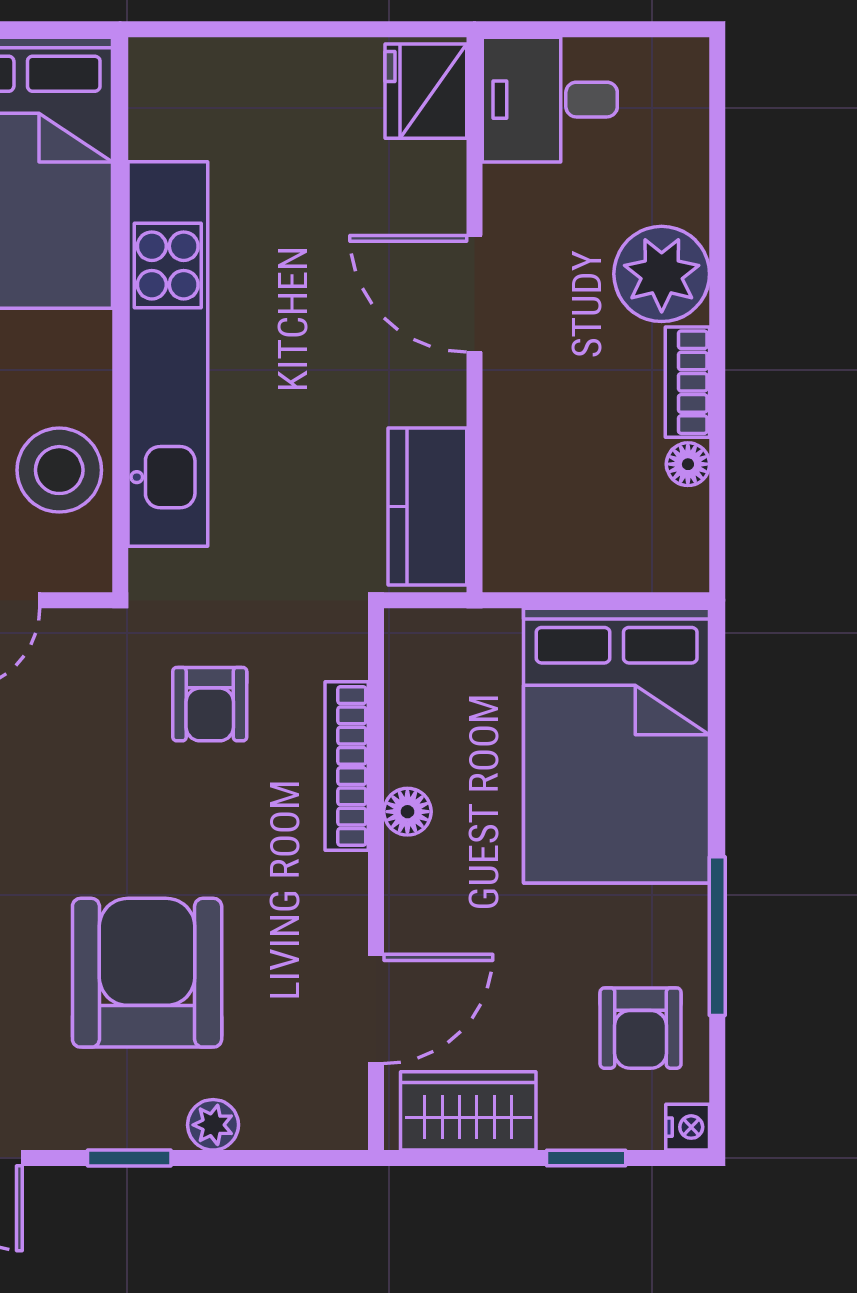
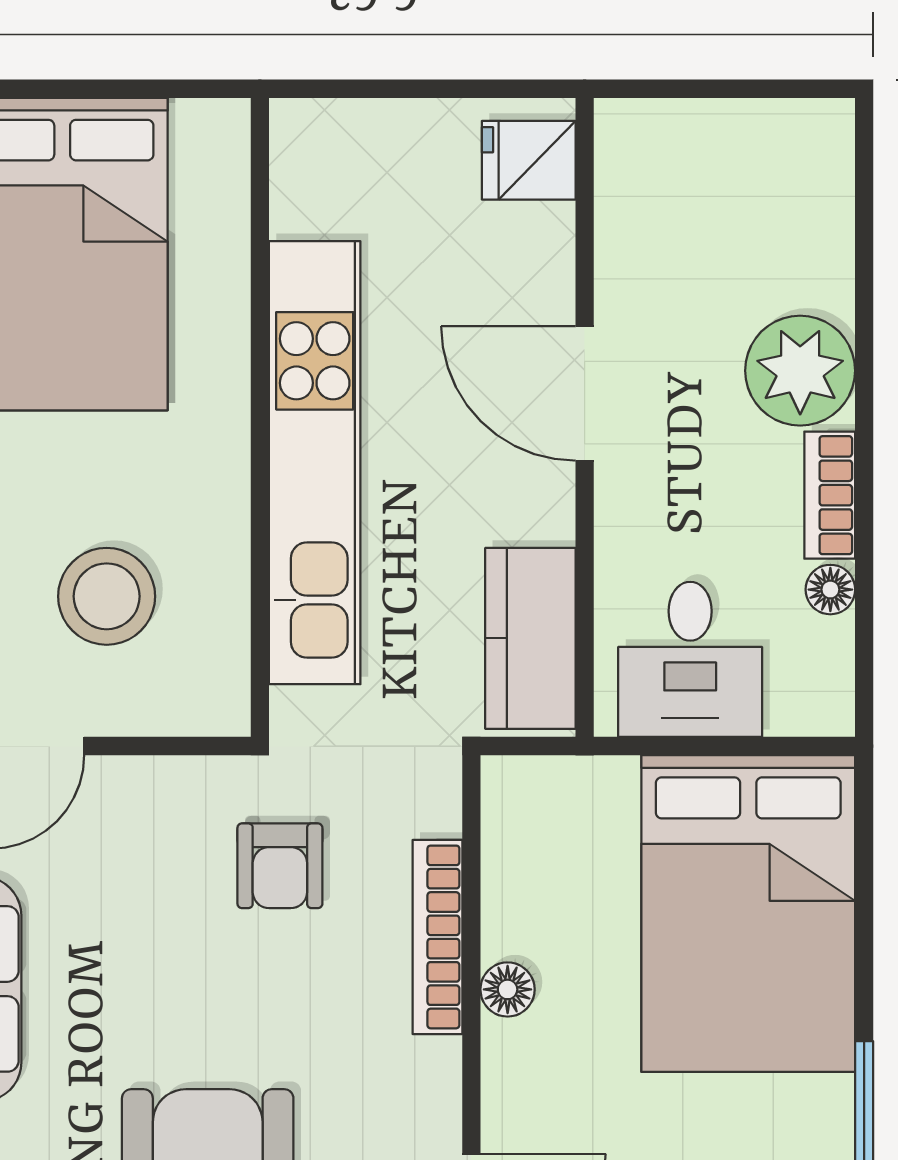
fridge: (426, 91) -> (529, 160), width x0.72
desk: (550, 100) -> (690, 659), moved, turned -90
wall: (120, 315) -> (260, 417), moved
kitchen unit: (168, 354) -> (315, 463), moved

